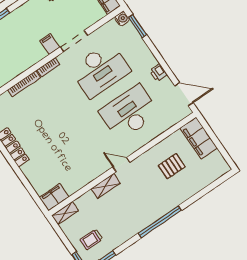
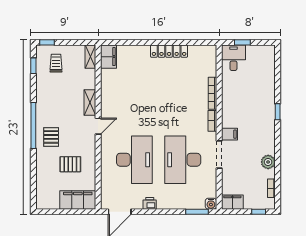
pallet: (172, 166) -> (70, 164), turned 90
pallet: (159, 199) -> (51, 137), added

